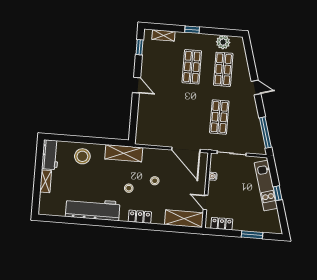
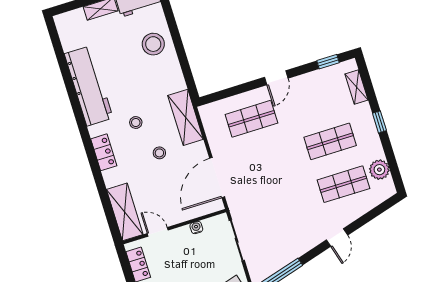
shop shelf: (219, 117) -> (251, 119), moved
shelving: (124, 153) -> (186, 117), moved
door: (206, 202) -> (158, 232), hinge flipped

